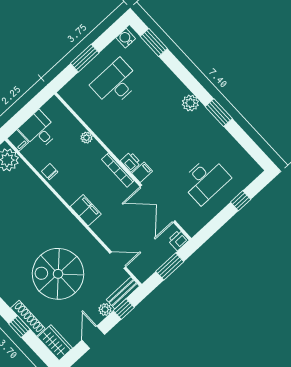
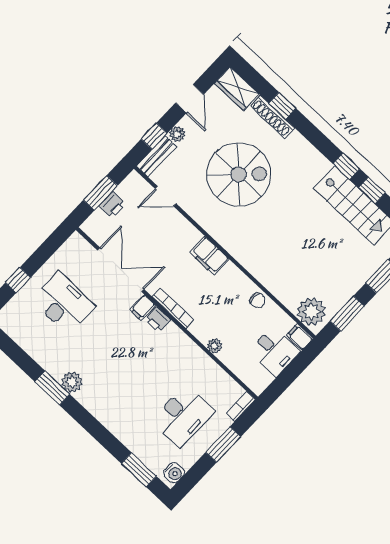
bookcase: (69, 88) -> (241, 406), added
plant: (190, 103) -> (72, 382), moved
desk: (205, 180) -> (63, 303), turned 90
printer: (178, 240) -> (112, 205), moved

